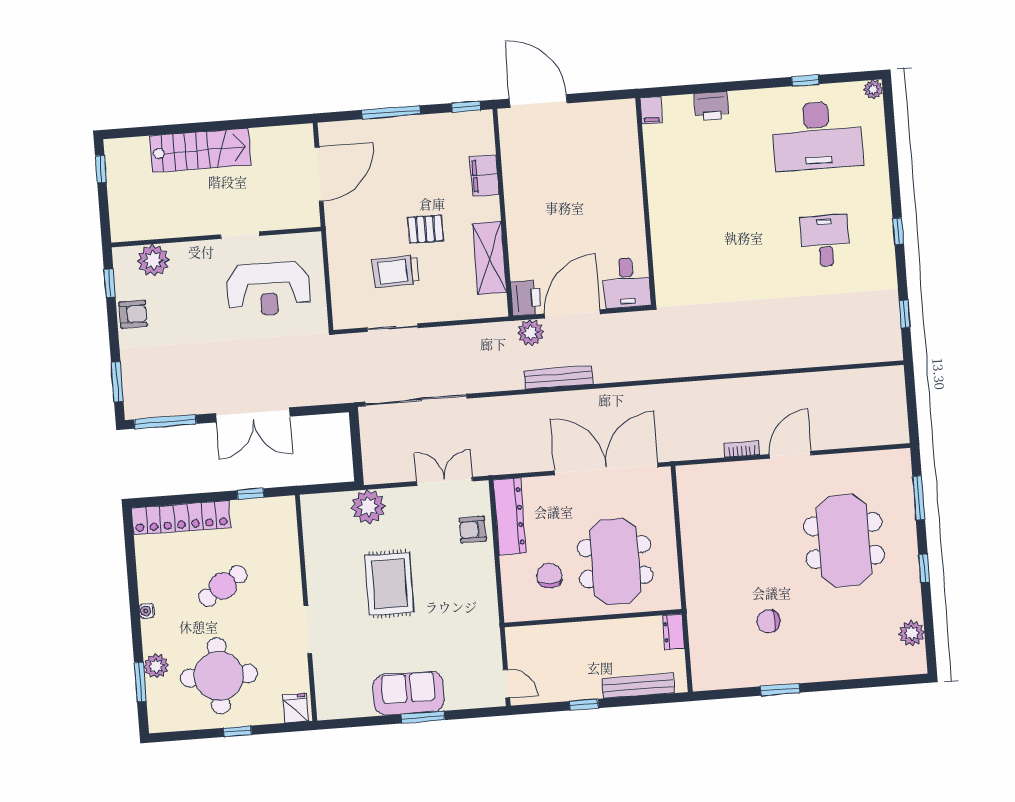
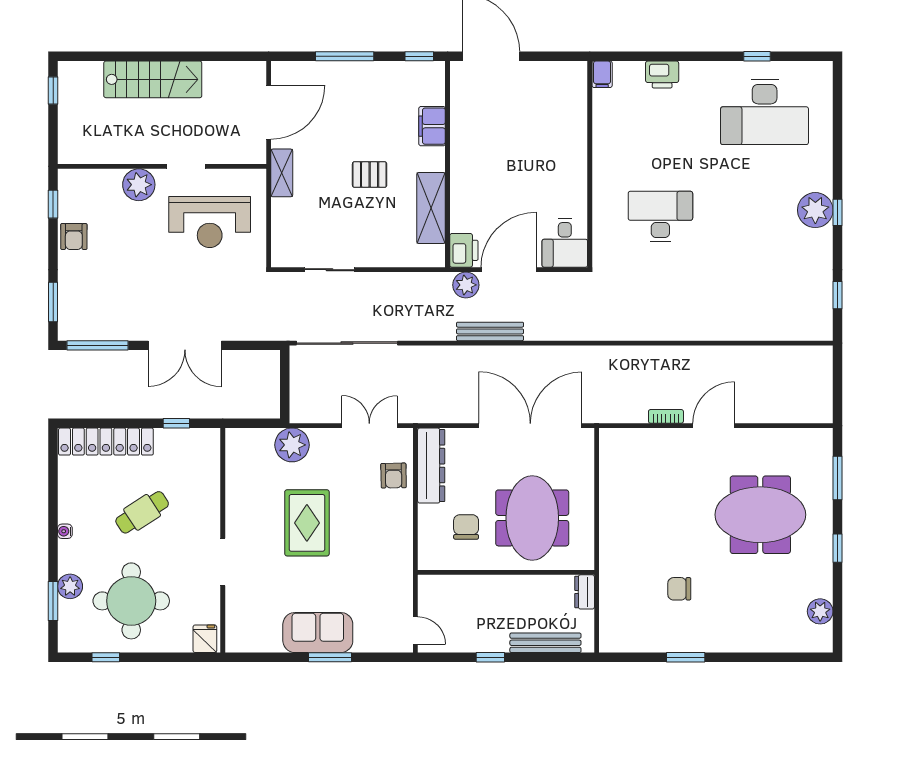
plant: (873, 89) -> (815, 210), moved, width x1.87, depth x1.87
shelving: (337, 234) -> (282, 173), added
desk: (825, 241) -> (660, 216), moved, width x1.37
plant: (153, 260) -> (139, 185), moved
trolley: (396, 271) -> (337, 214), removed
armchair: (133, 314) -> (74, 237), turned 90
armchair: (473, 530) -> (394, 476), turned -91
meeting table: (844, 541) -> (760, 515), turned 90
window: (238, 731) -> (106, 657), moved

